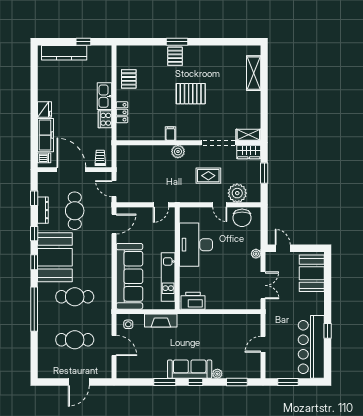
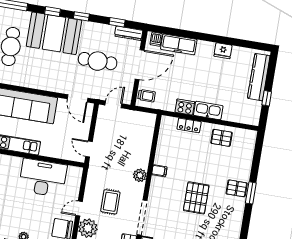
fridge: (45, 109) -> (223, 51), moved
dresser: (43, 210) -> (129, 33), moved

